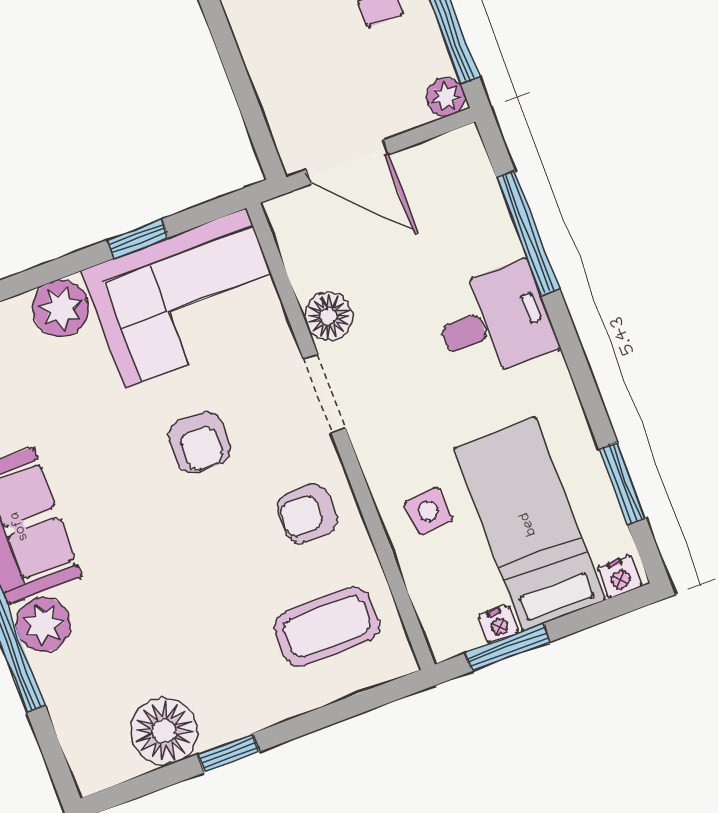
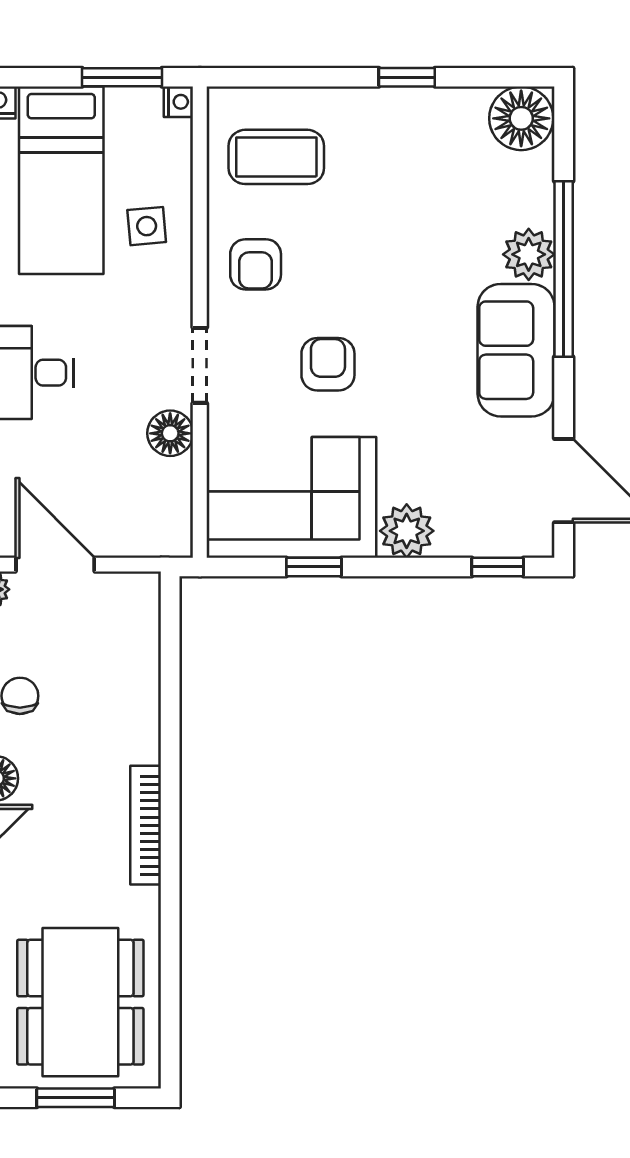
door: (347, 162) -> (55, 565), moved
armchair: (307, 514) -> (256, 264), turned 90
nightstand: (498, 624) -> (178, 102), moved, turned 90
floor lamp: (164, 731) -> (521, 118), moved

